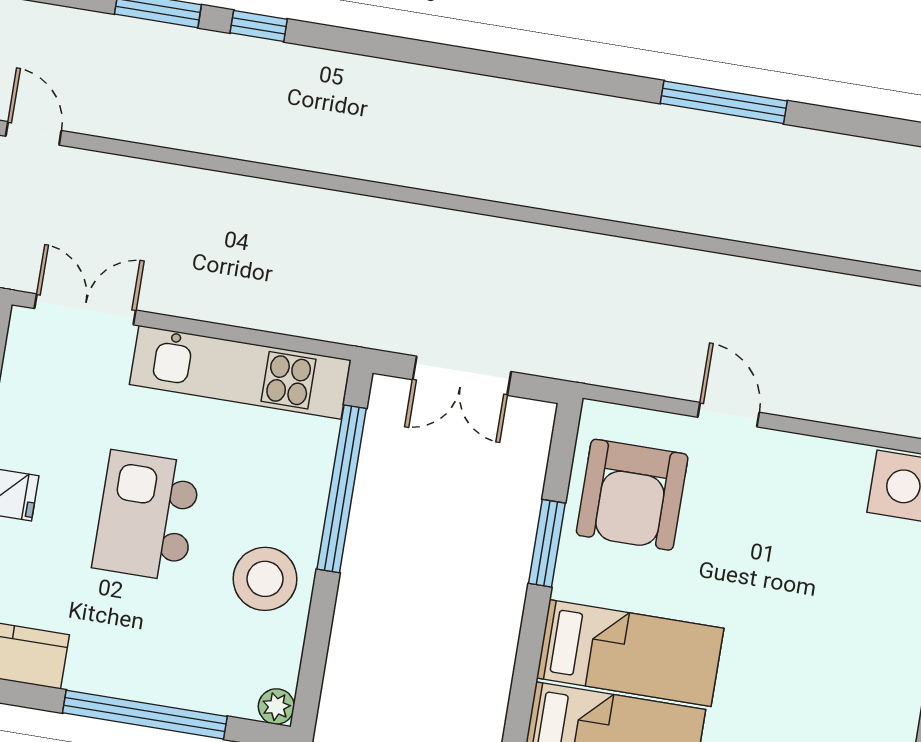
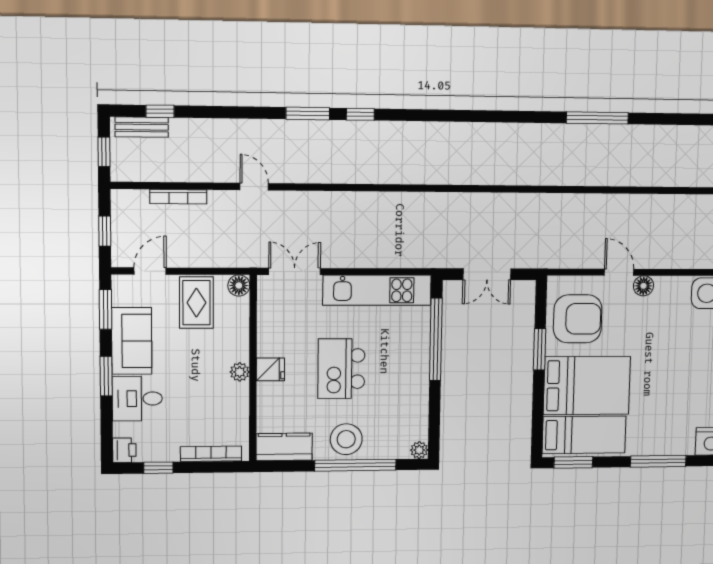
floor lamp: (775, 450) -> (643, 286), added
armchair: (632, 495) -> (578, 319), turned -90
stool: (265, 579) -> (346, 439), moved
bed: (630, 653) -> (587, 386), width x1.50

